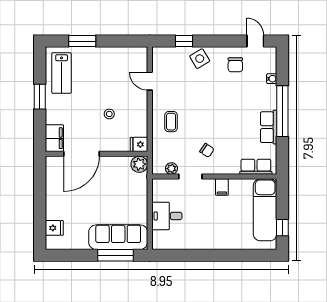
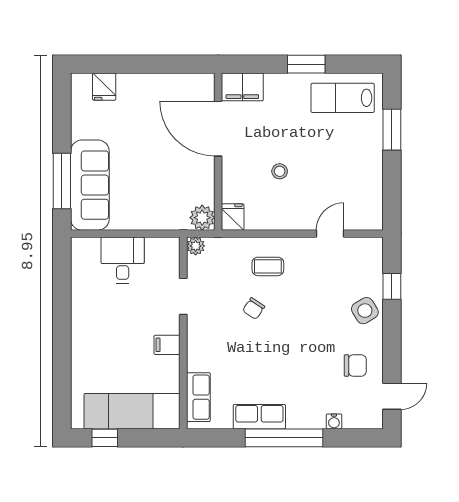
chair: (235, 65) -> (355, 365), turned 180
chair: (207, 150) -> (254, 309), moved
plant: (171, 169) -> (196, 246), moved

